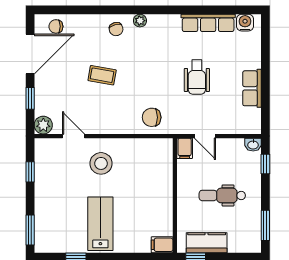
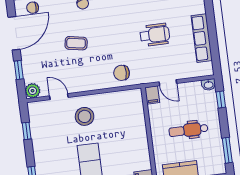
wheelchair: (197, 77) -> (155, 35), turned -90
row of seats: (252, 88) -> (202, 38), width x1.48

